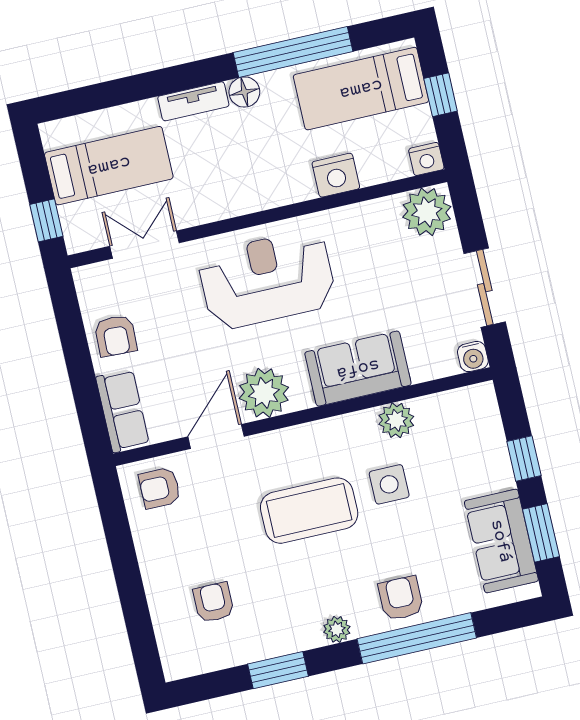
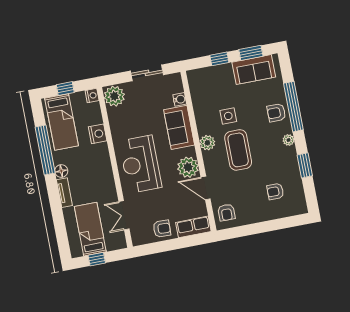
window: (46, 220) -> (97, 259), moved
water cooler: (473, 357) -> (180, 99), moved
plant: (396, 420) -> (207, 143), moved

